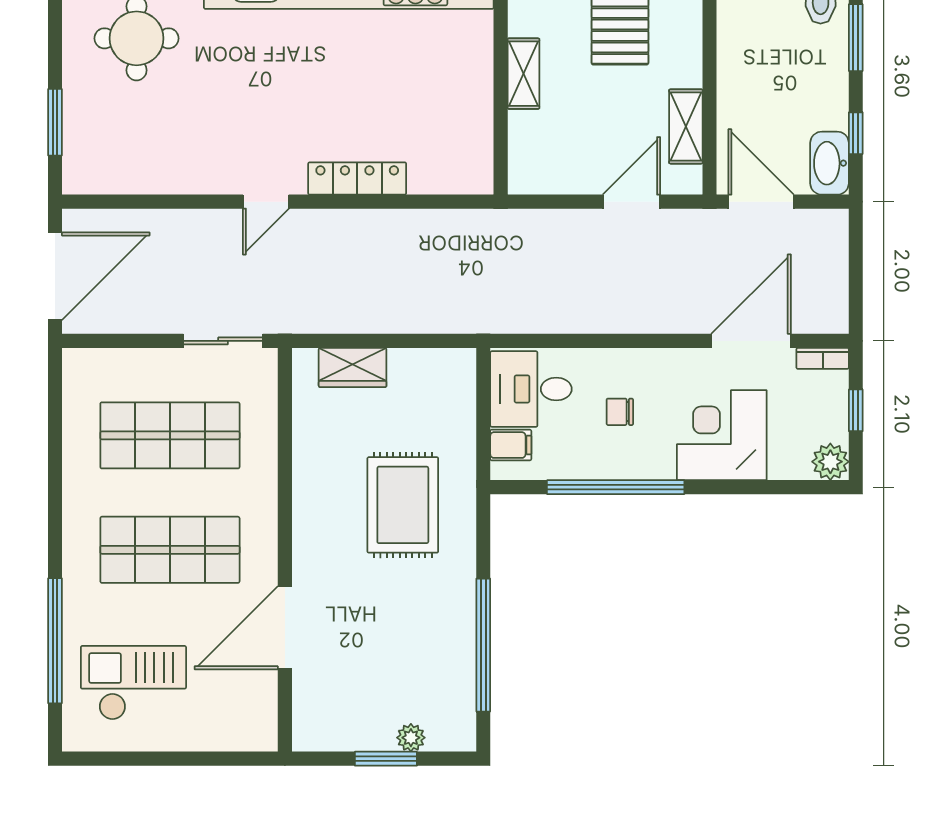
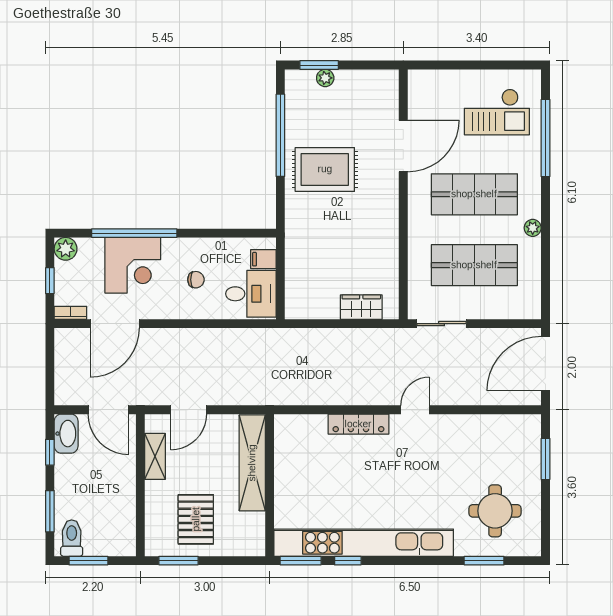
shelving: (523, 74) -> (252, 463), width x2.20, depth x1.33
window: (616, 487) -> (134, 233), moved
plant: (76, 496) -> (533, 228), added
rug: (403, 505) -> (325, 169), moved, turned 90
window: (386, 759) -> (319, 65), moved

